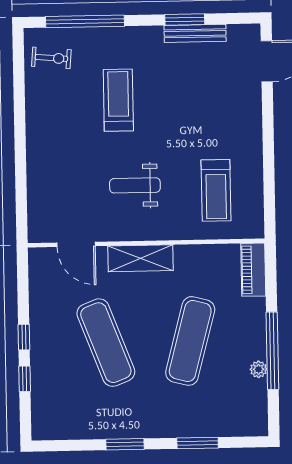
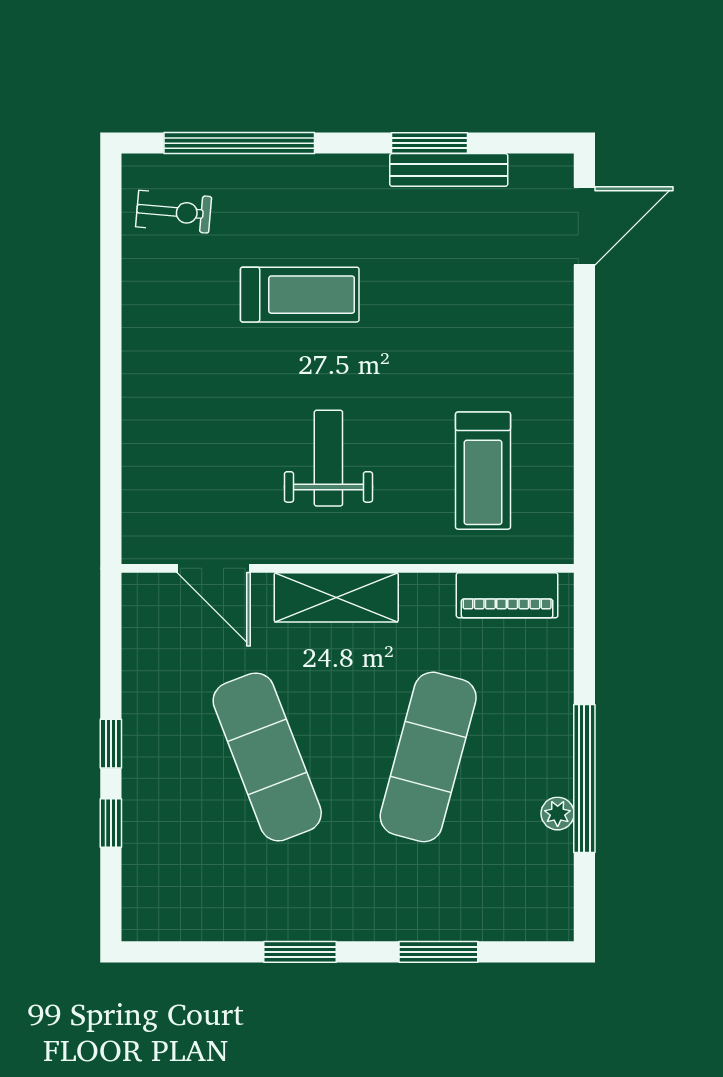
treadmill: (118, 100) -> (300, 295), turned 90
weight bench: (135, 185) -> (328, 458), turned 90
piano: (253, 270) -> (507, 595), moved, turned -90

